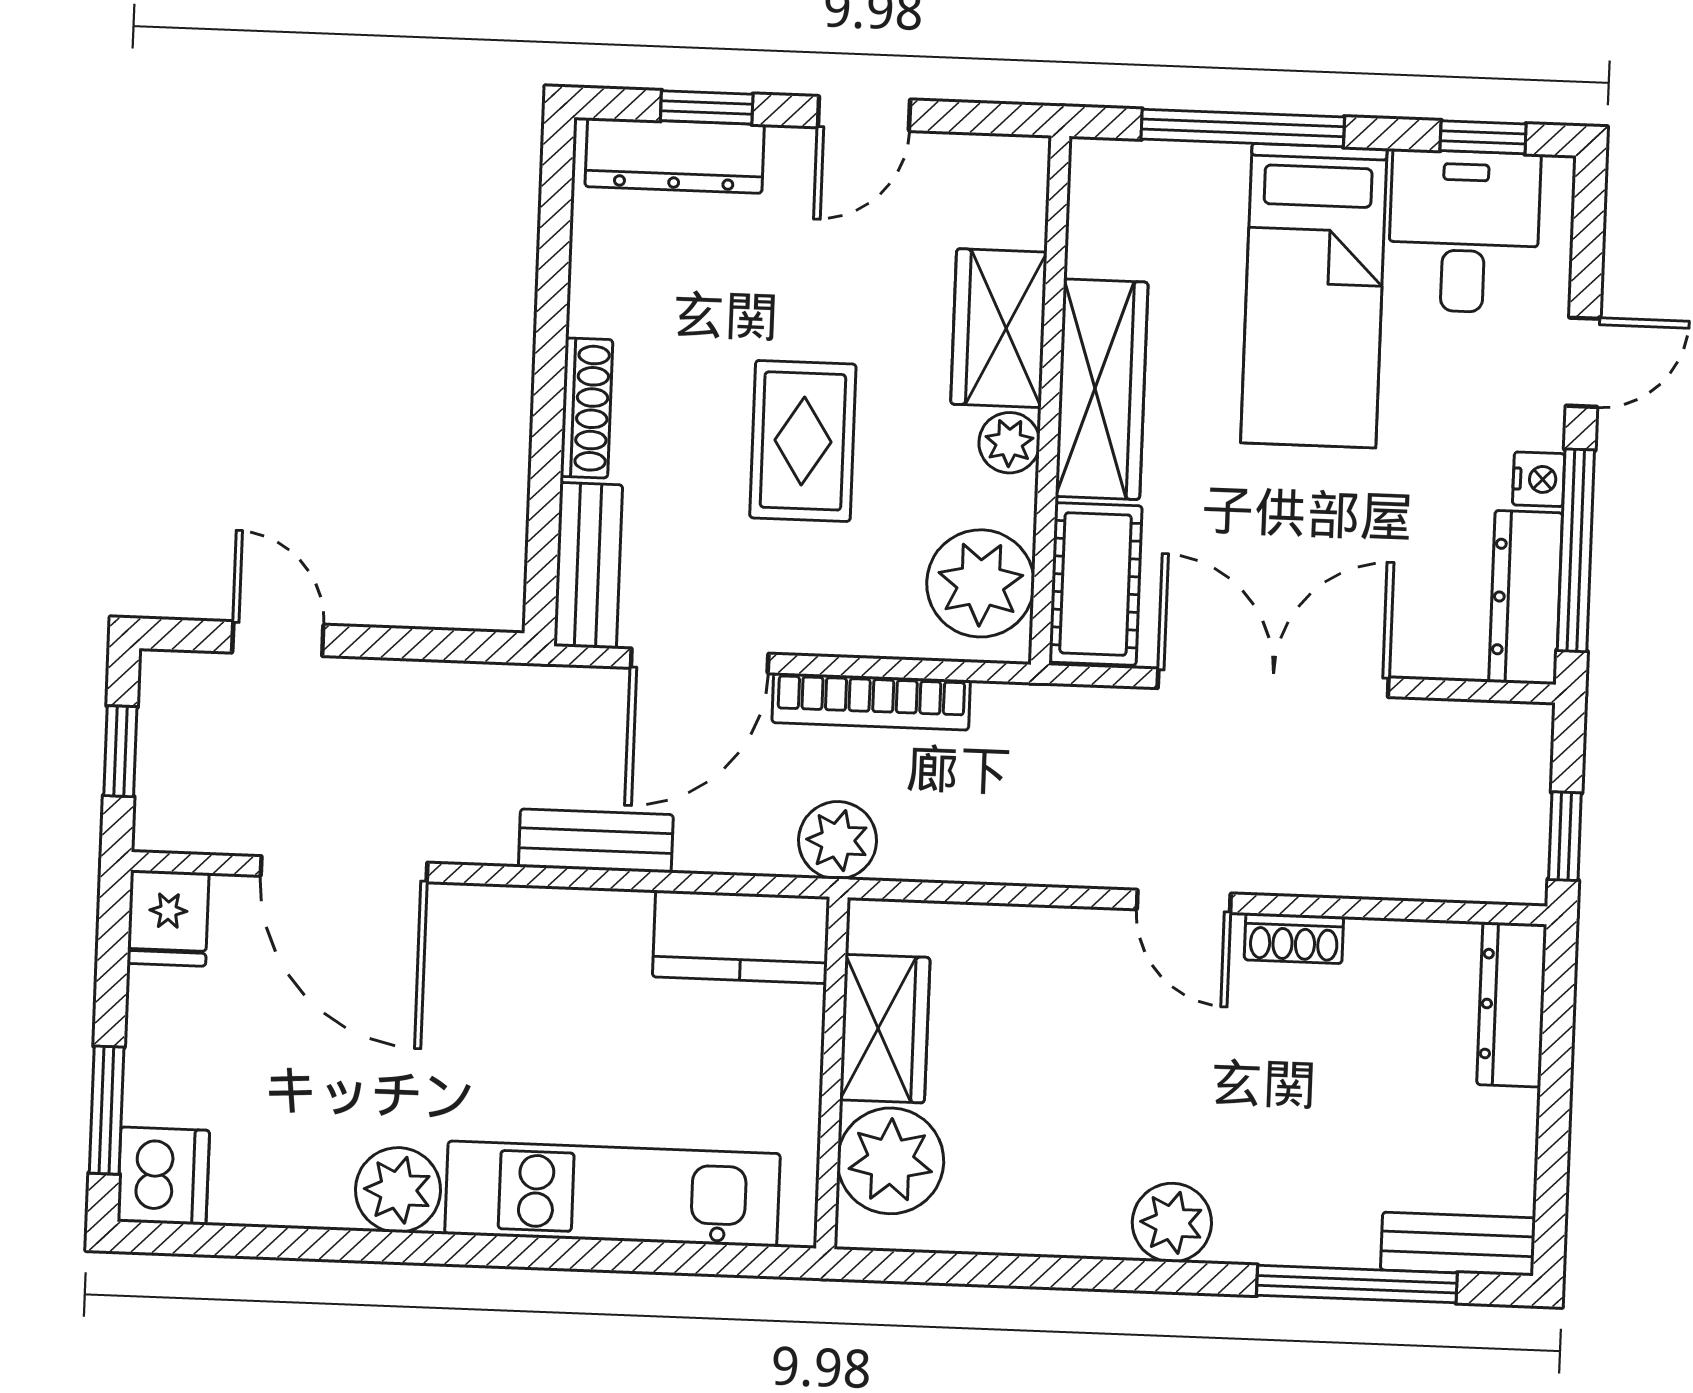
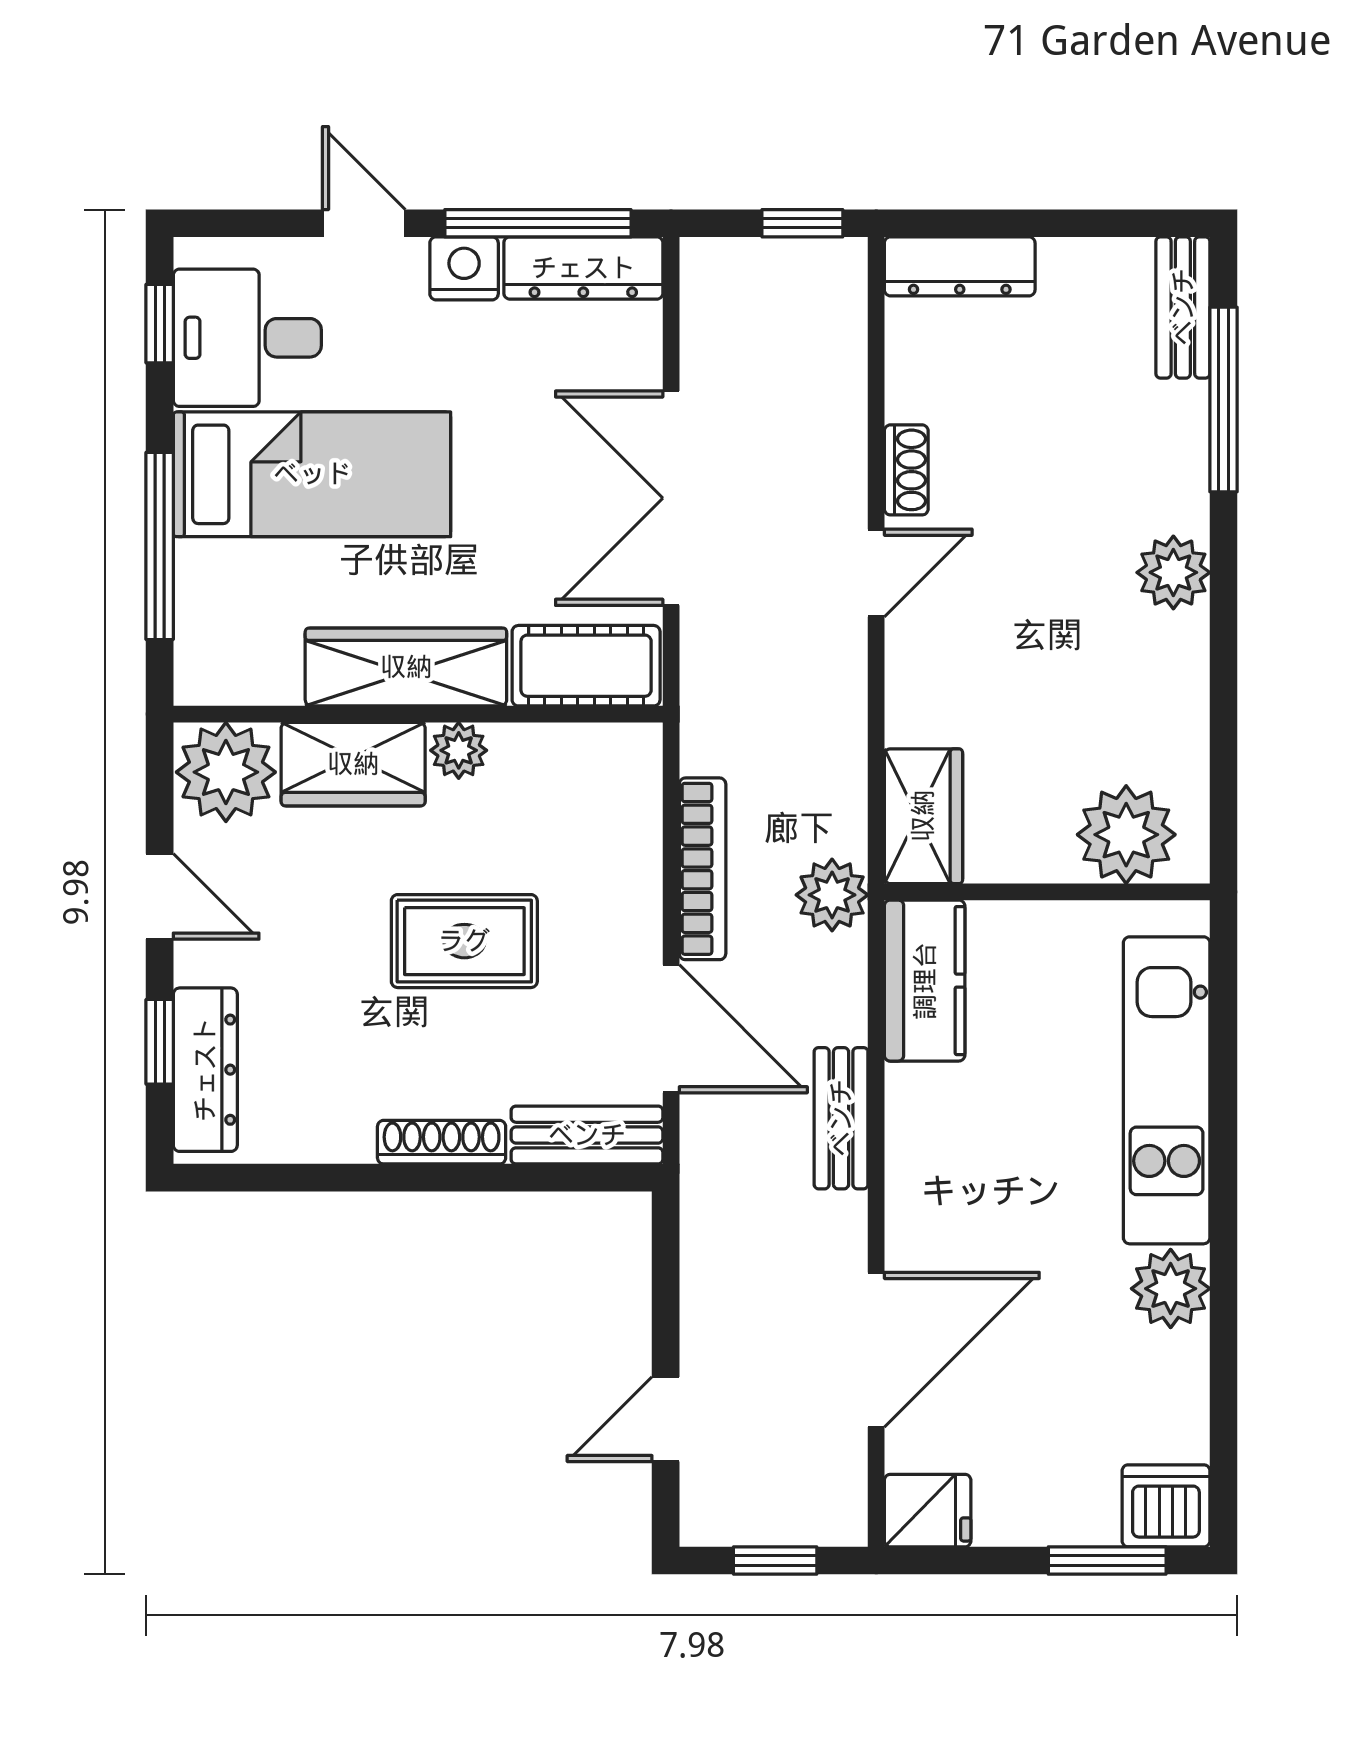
nightstand: (1539, 479) -> (464, 268), width x1.39, depth x1.35
plant: (980, 583) -> (226, 772), moved
wardrobe: (885, 1029) -> (923, 816), moved, turned 90

